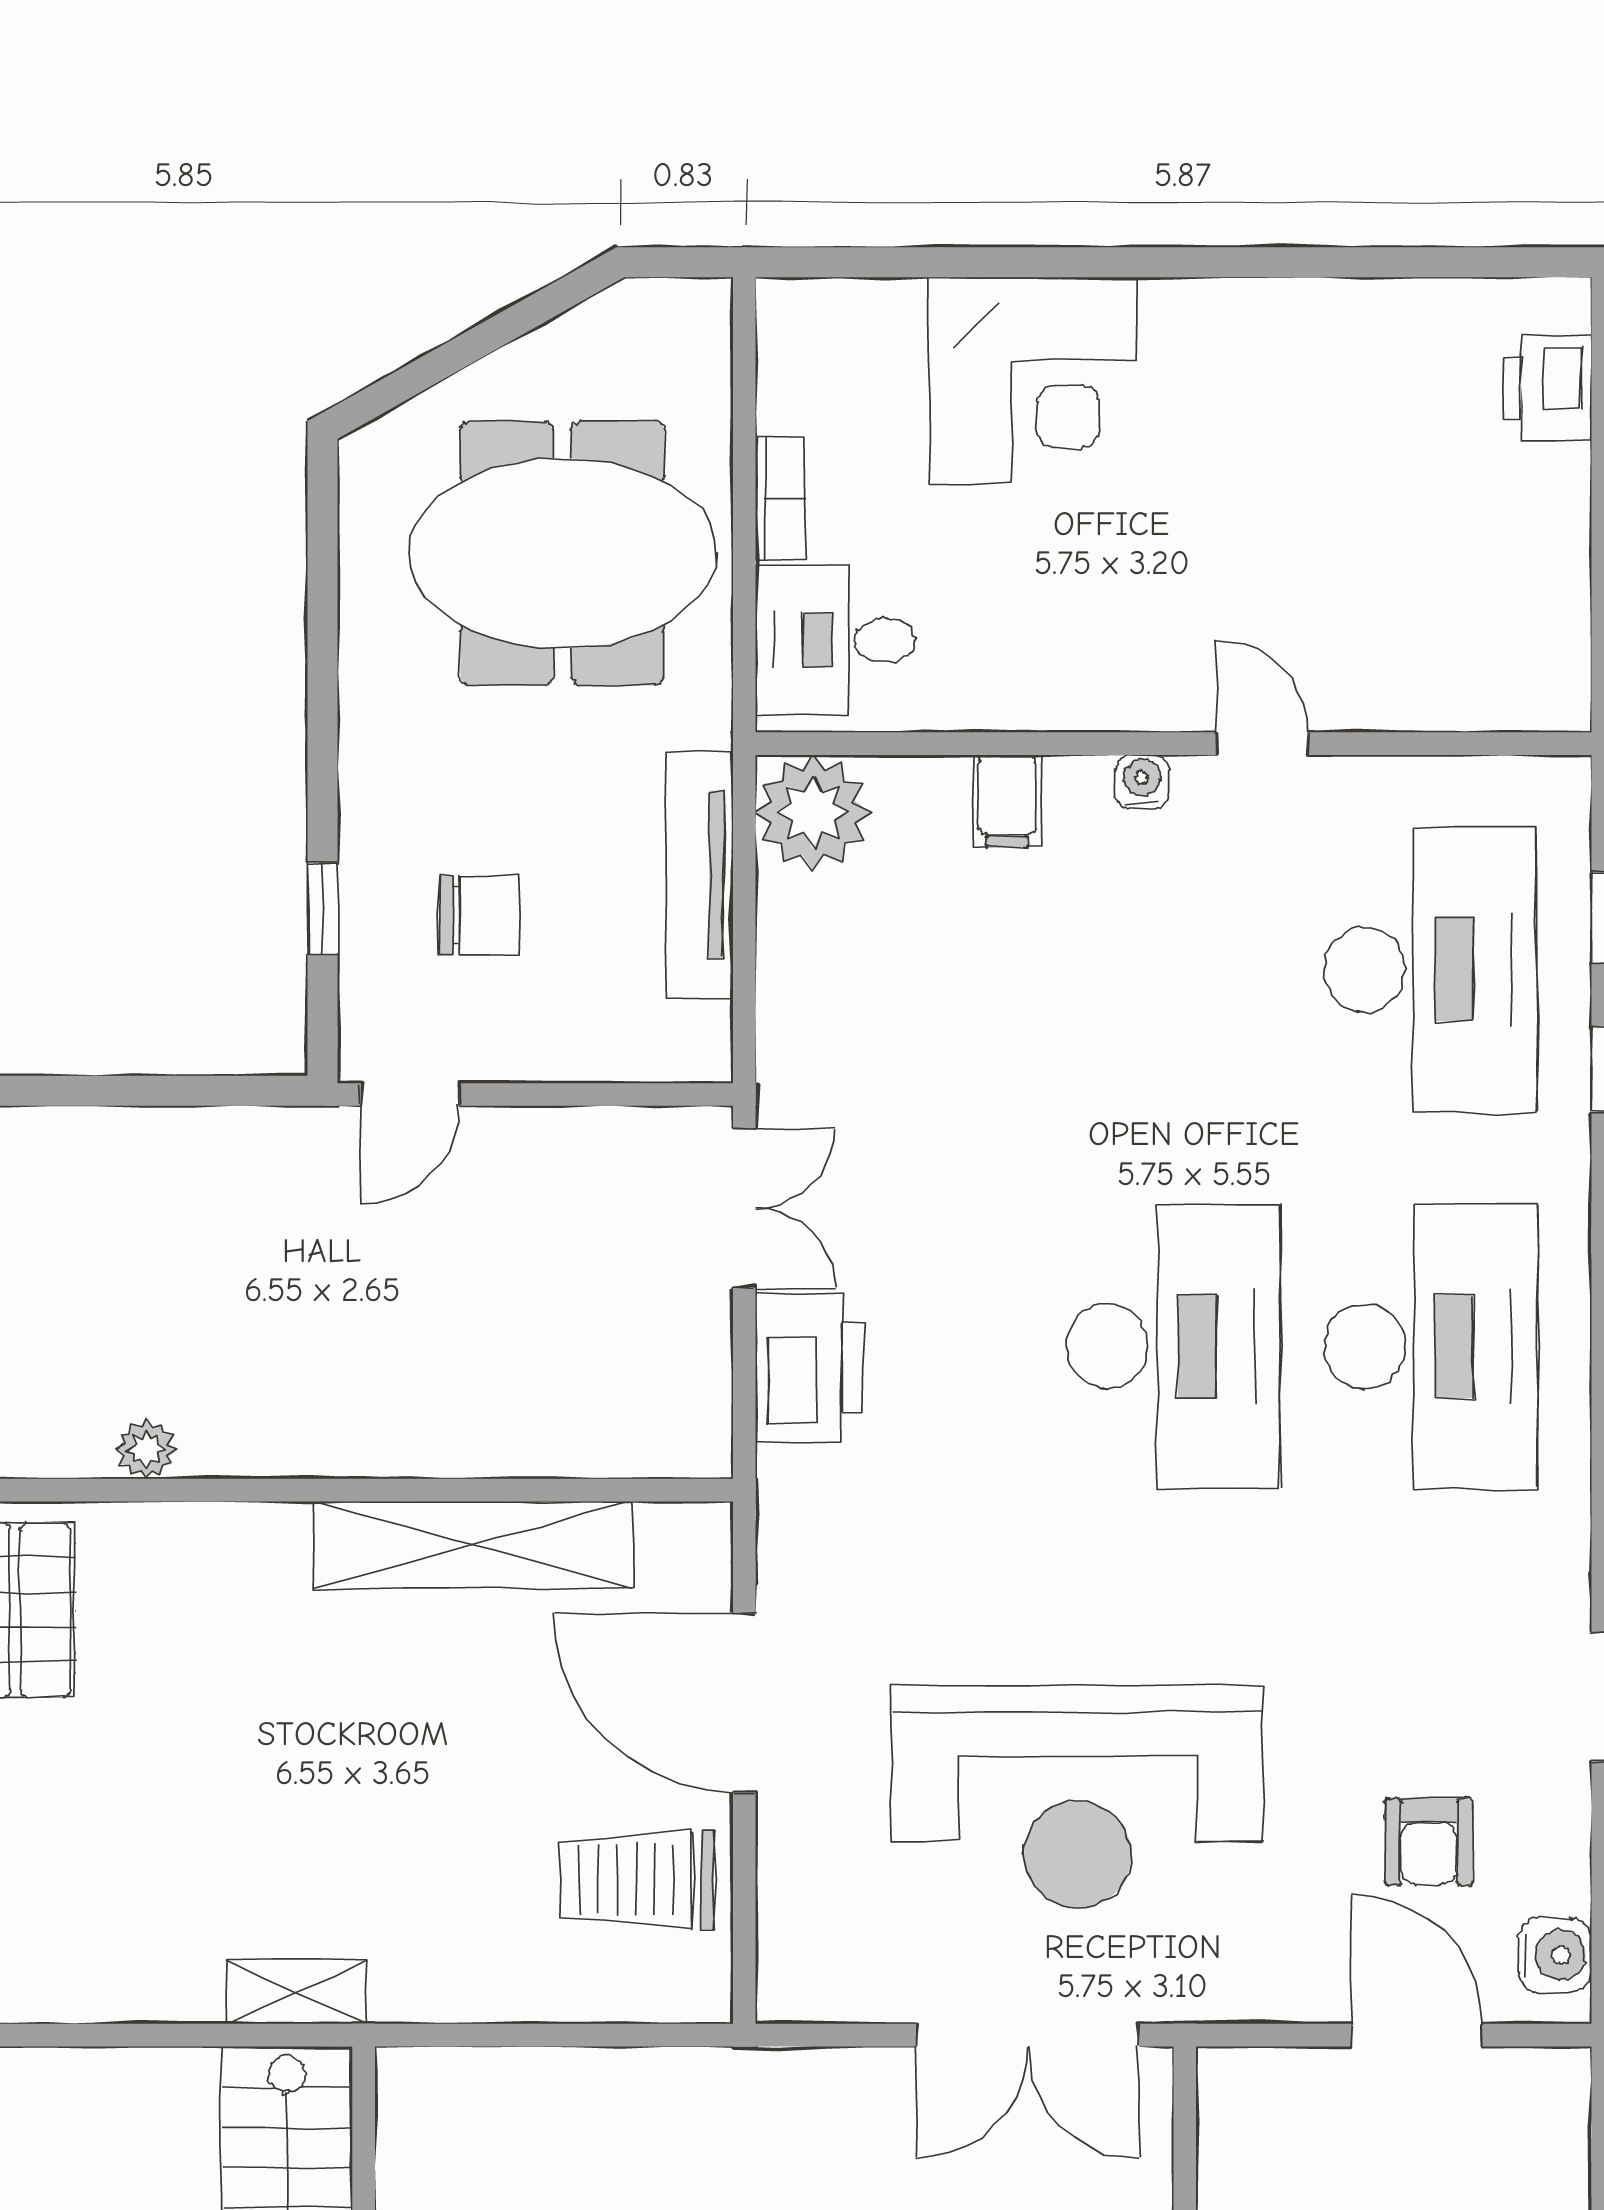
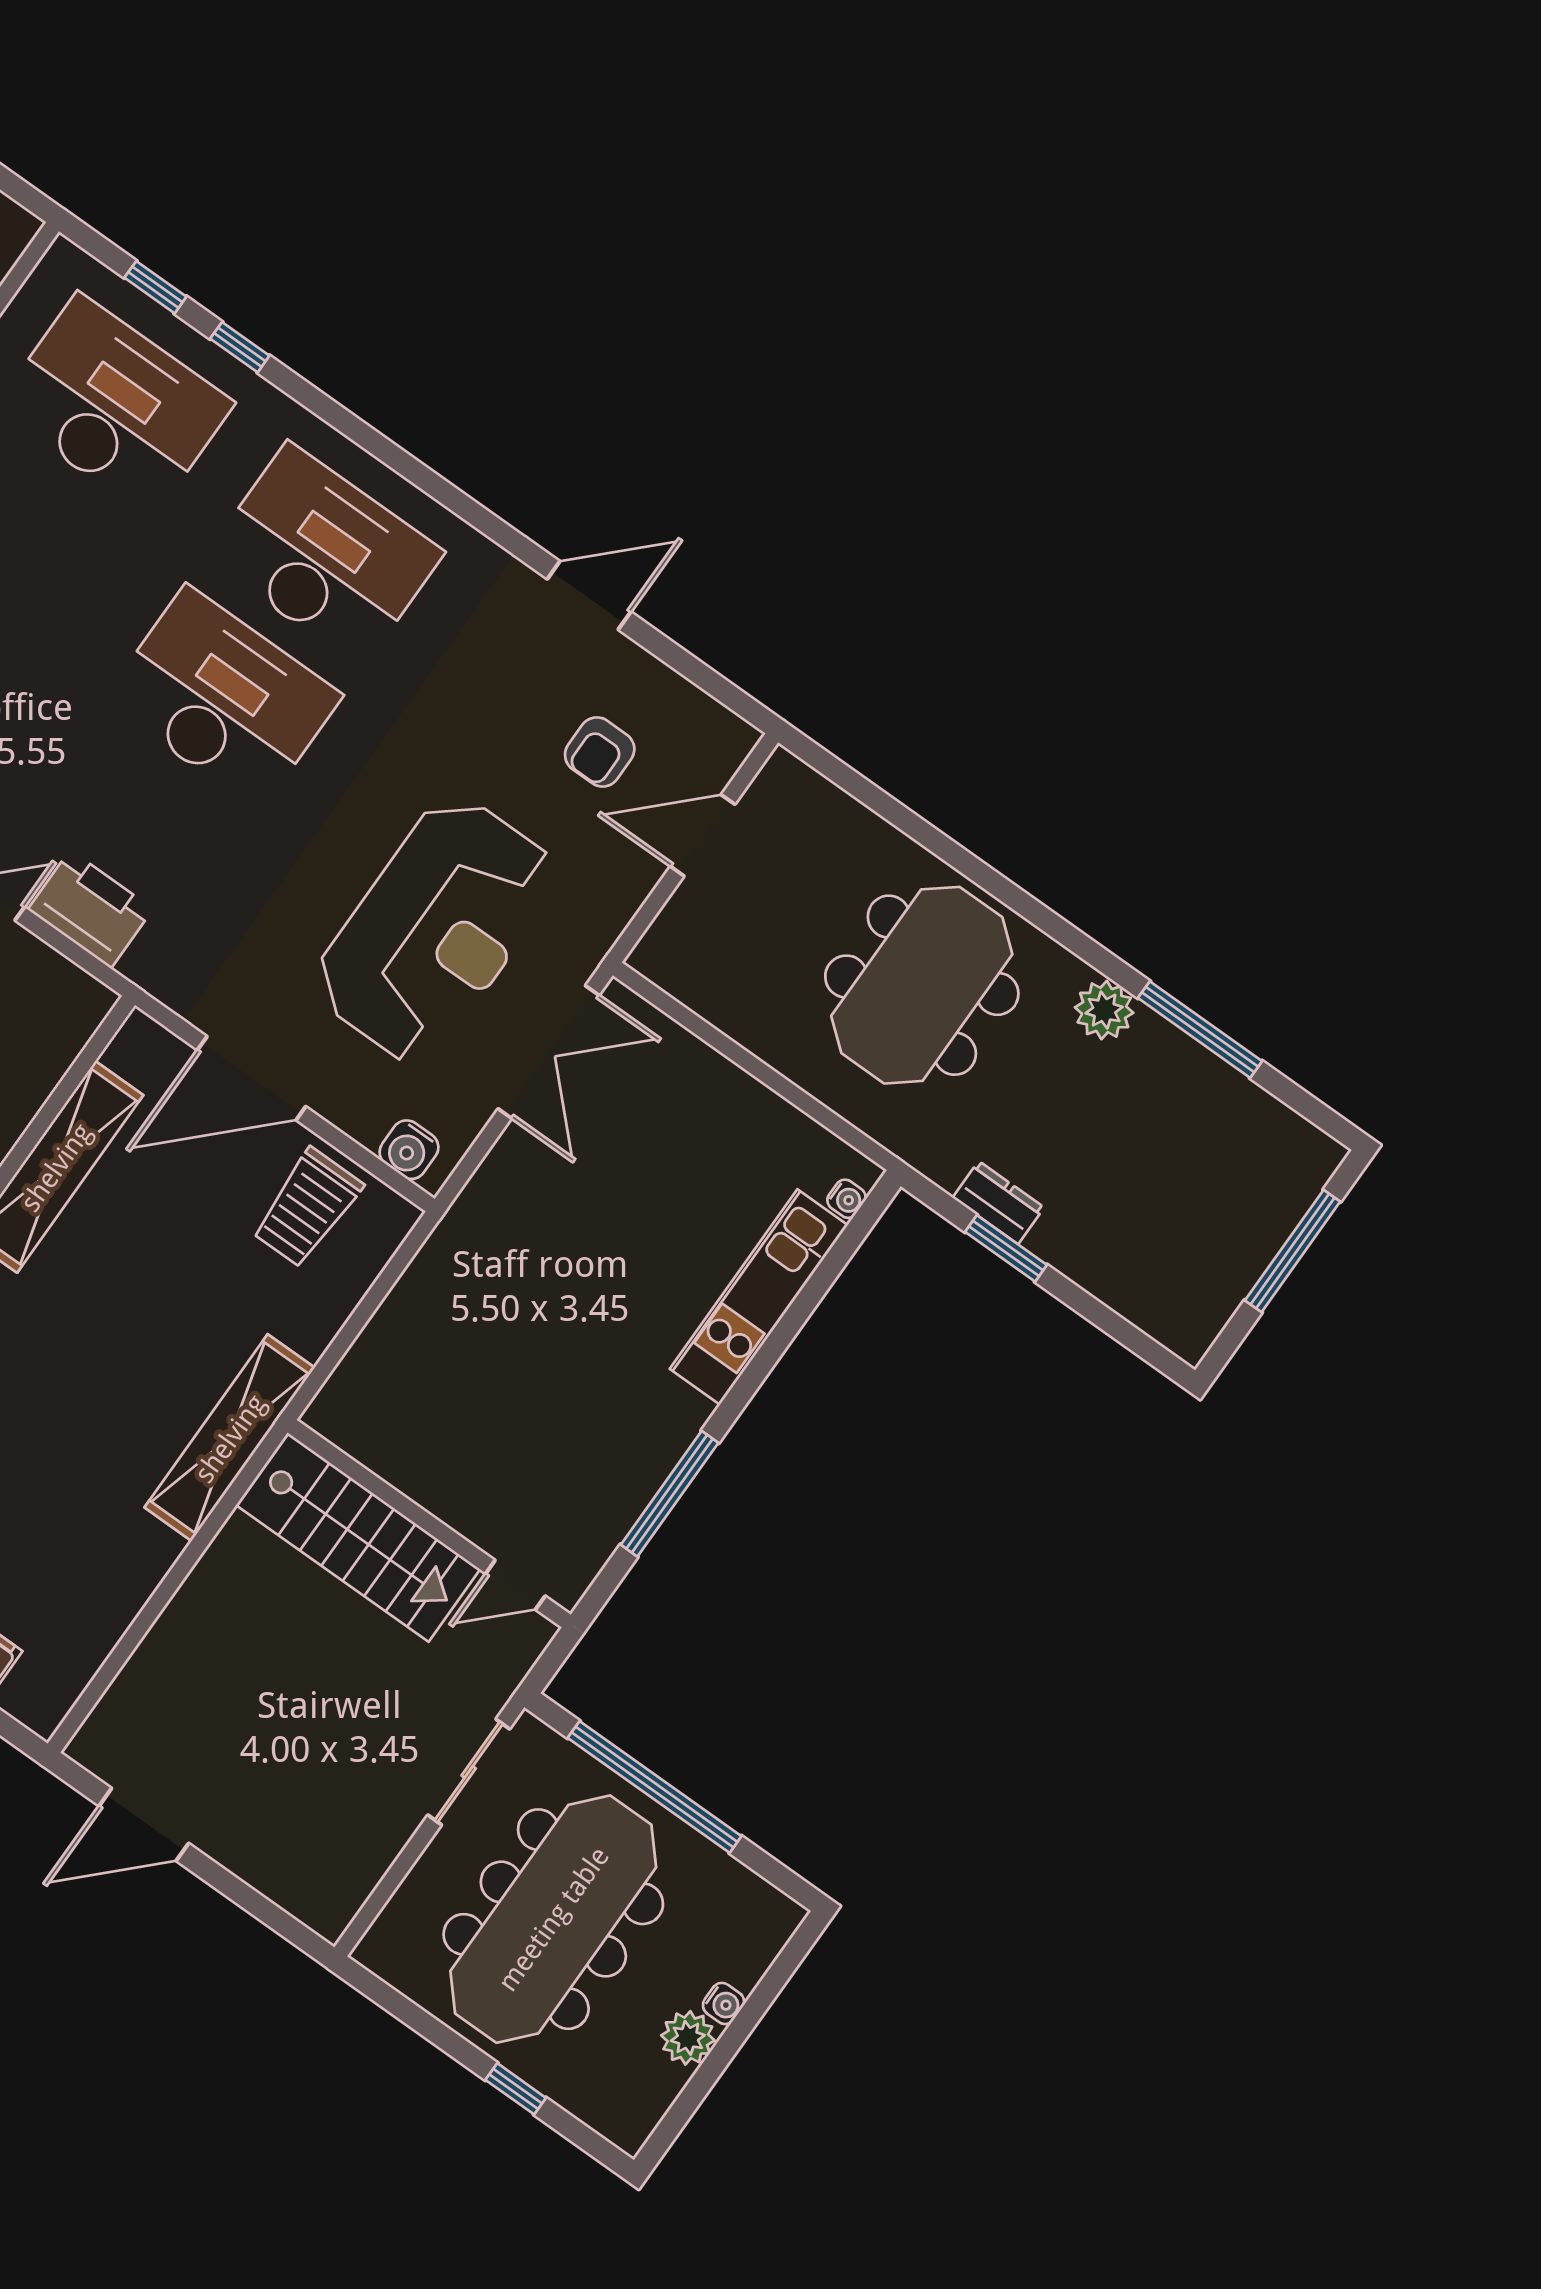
armchair: (1429, 1842) -> (600, 752), turned 90
water cooler: (1555, 1955) -> (409, 1150), moved, turned 180
shelving: (297, 1992) -> (230, 1438), width x2.20, depth x1.33

